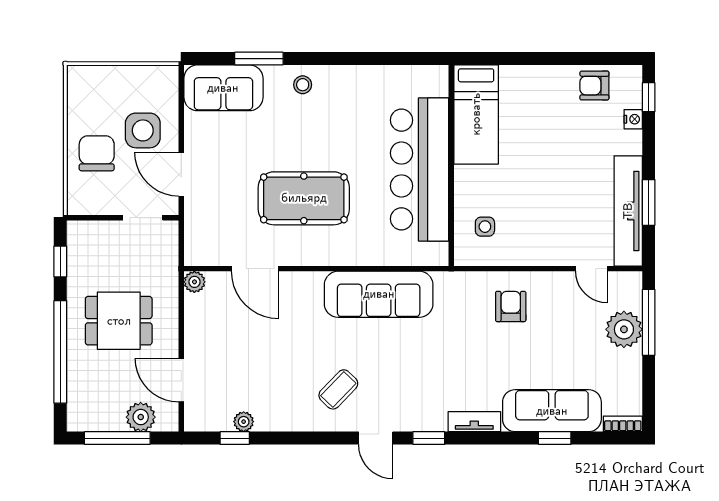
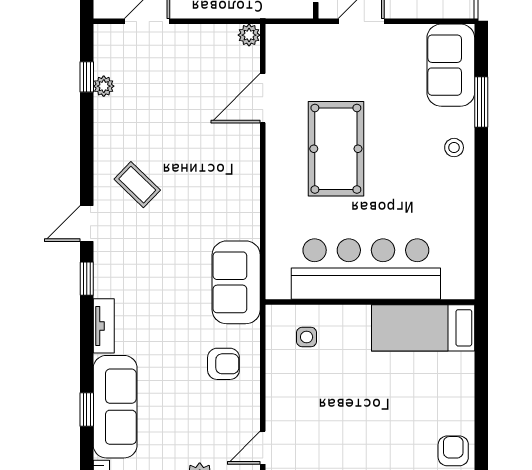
sofa: (379, 294) -> (236, 282), moved, width x0.73

